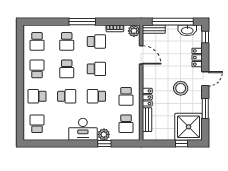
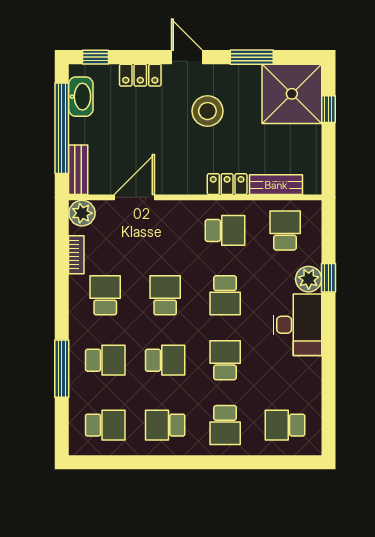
window: (82, 22) -> (62, 369), moved
school desk: (126, 124) -> (285, 230), turned -90

